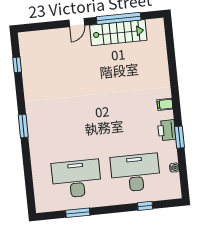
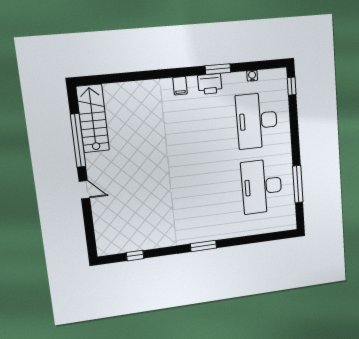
stairs: (118, 33) -> (93, 118), moved
window: (145, 206) -> (292, 86), moved
window: (78, 213) -> (298, 184), width x1.44

